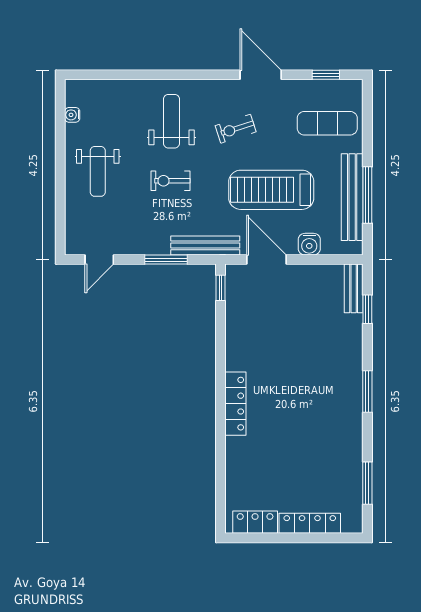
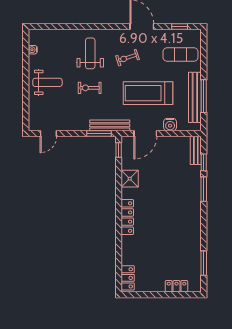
weight bench: (98, 171) -> (47, 82), turned -90
window: (166, 260) -> (99, 134), moved
door: (267, 260) -> (145, 134), swing flipped
shower: (240, 337) -> (130, 179), added
window: (367, 392) -> (204, 189), moved
locker: (255, 522) -> (128, 278), moved, turned 90
locker: (310, 523) -> (177, 286), width x0.66

